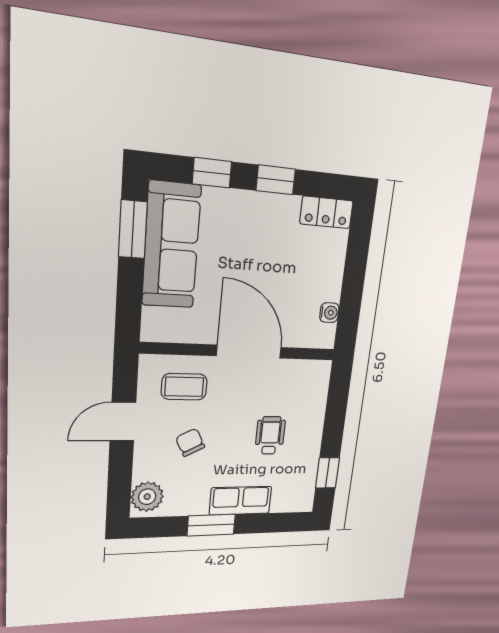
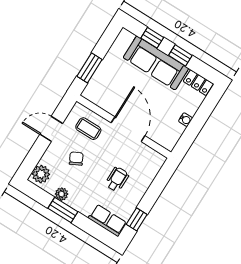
window: (133, 229) -> (89, 68), moved
sofa: (171, 245) -> (156, 63), moved, turned 90
water cooler: (329, 313) -> (185, 120), moved
row of seats: (241, 501) -> (107, 220), moved
plant: (196, 505) -> (62, 194), added

